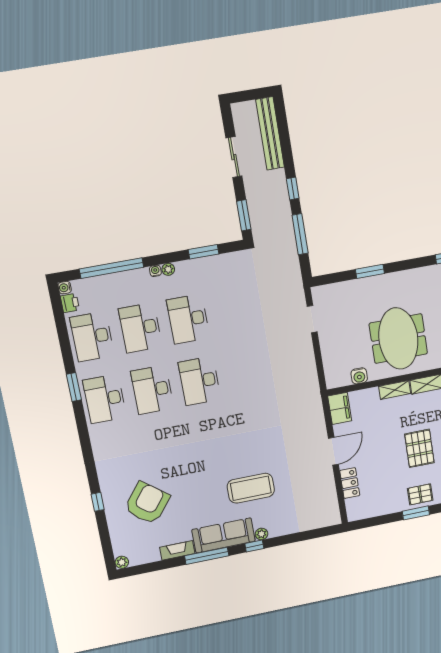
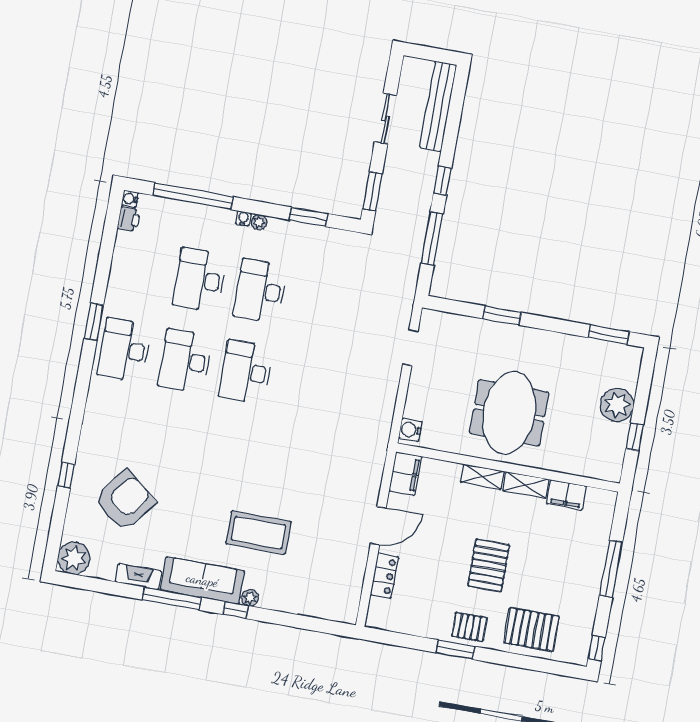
desk: (92, 337) -> (139, 269), removed
water cooler: (359, 376) -> (410, 430), moved, turned 90
plant: (122, 562) -> (74, 558), width x1.88, depth x1.88

